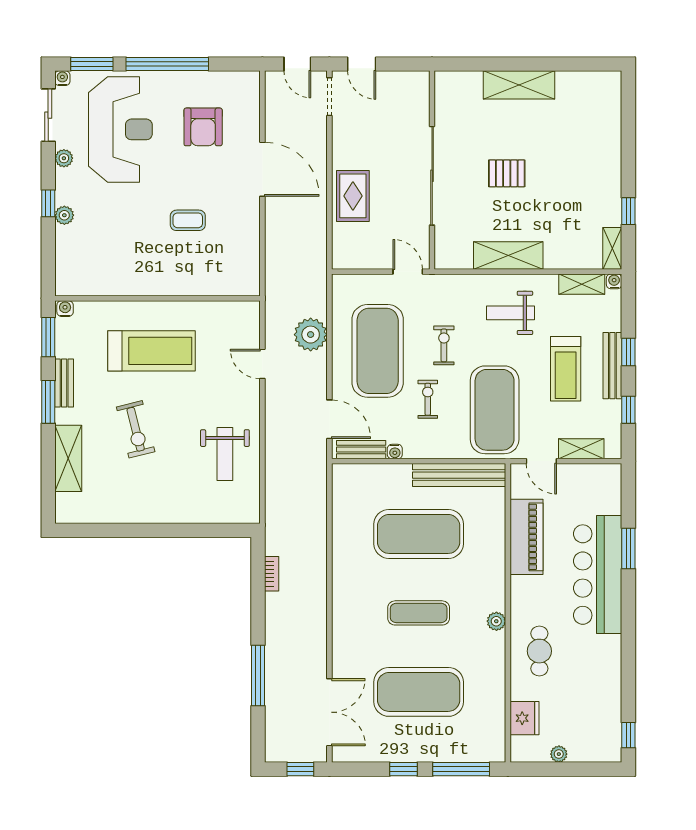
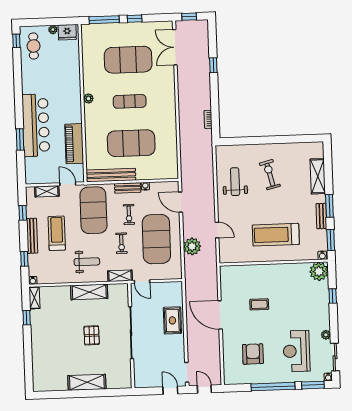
reception desk: (120, 129) -> (297, 351), width x0.74, depth x0.77
door: (262, 169) -> (220, 315), moved
pallet: (507, 173) -> (92, 335), turned 90
window: (48, 203) -> (333, 296), moved
plant: (64, 215) -> (319, 271), moved, width x1.88, depth x1.88
shelving: (582, 284) -> (120, 276), moved
window: (628, 352) -> (24, 259), moved
exercise bike: (136, 429) -> (270, 175), moved
bench: (361, 450) -> (128, 188), moved
cafe table: (539, 651) -> (34, 46), moved
window: (258, 676) -> (213, 65), width x0.46
fridge: (524, 718) -> (67, 32), moved, turned -90

